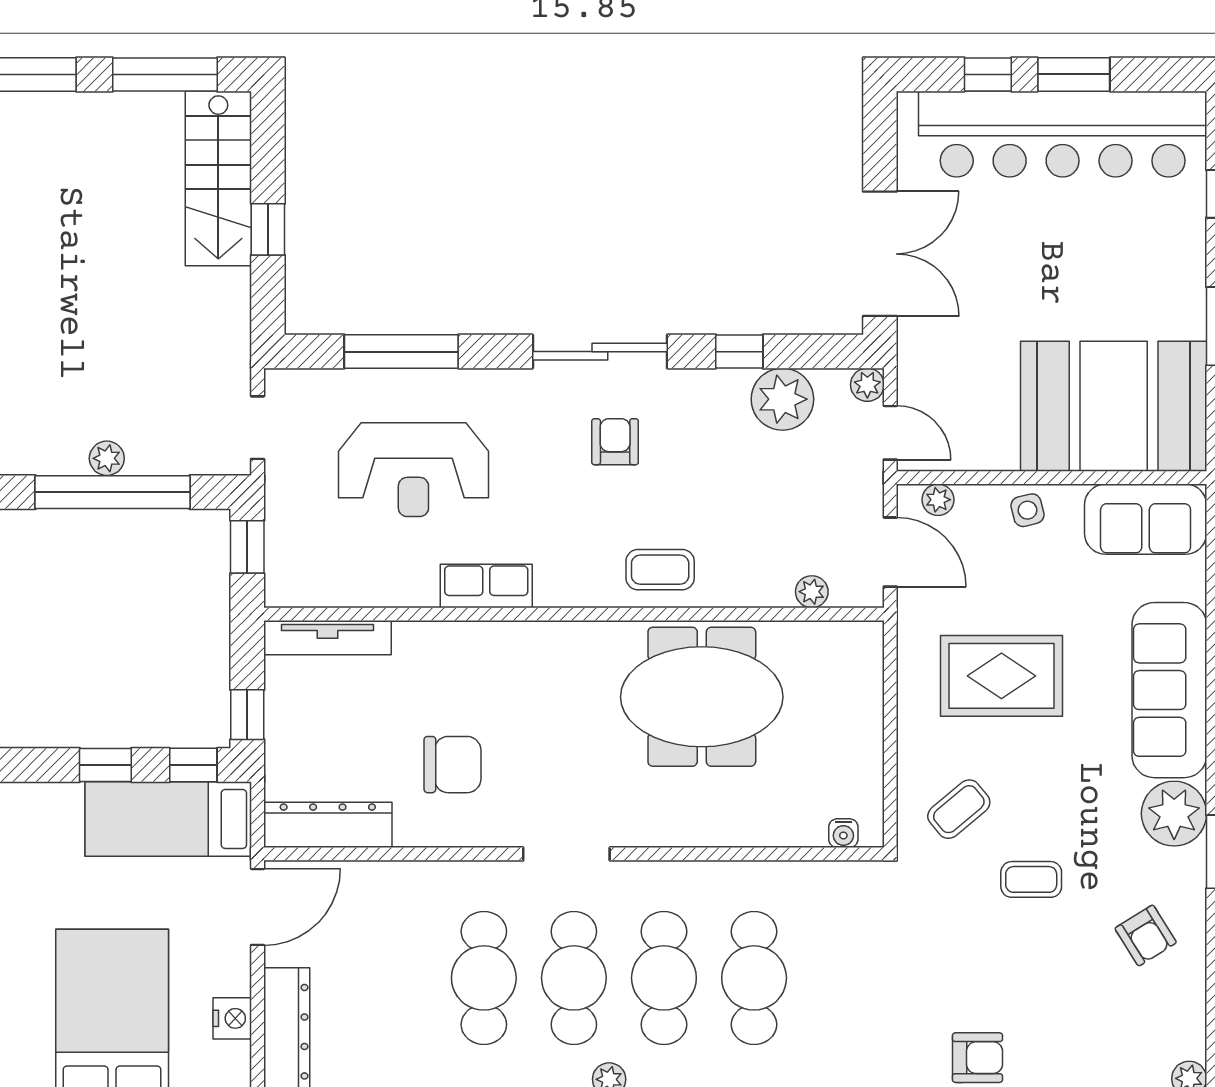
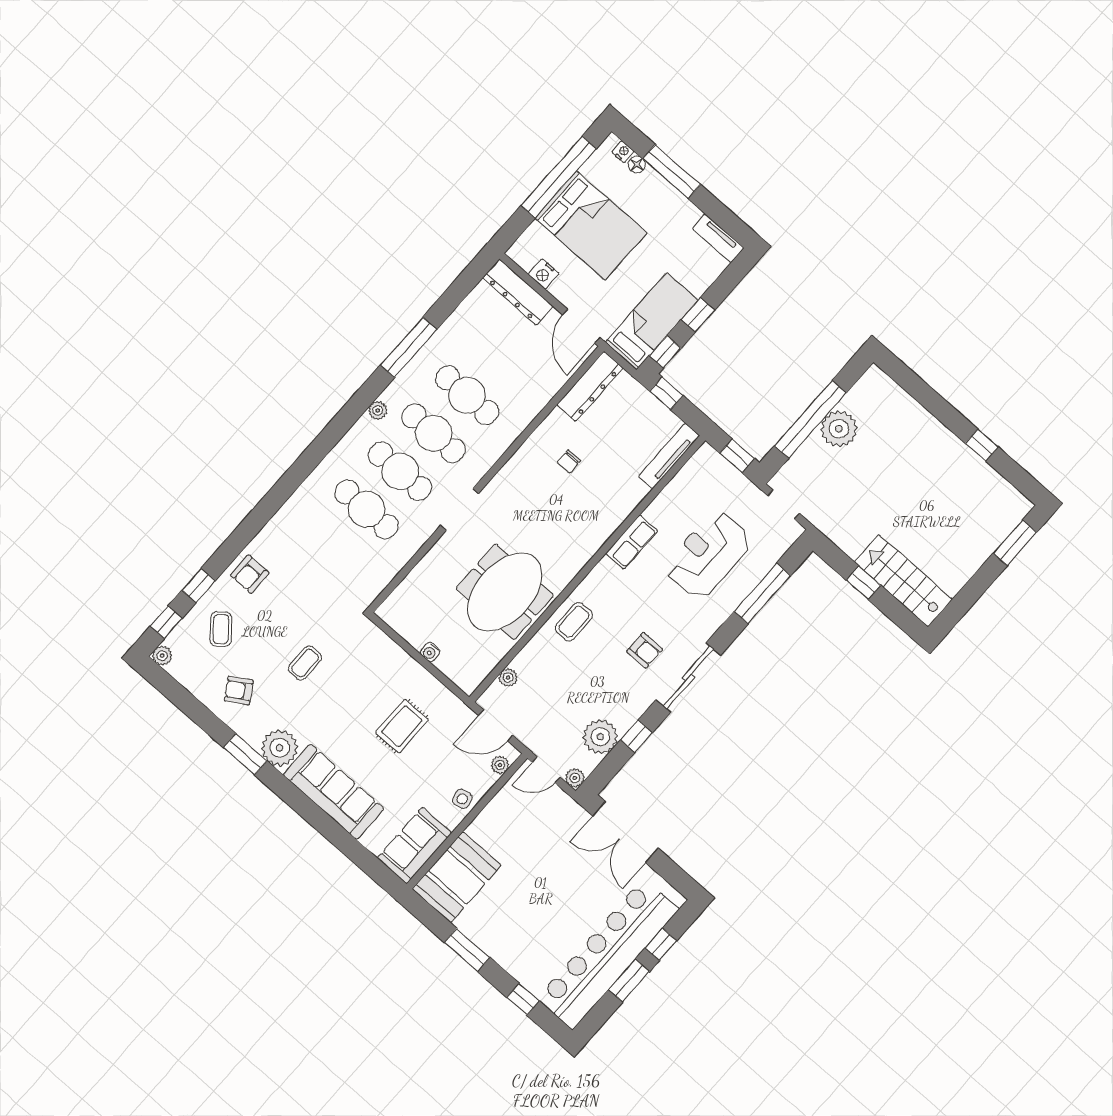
window: (165, 74) -> (967, 597), removed
booth: (1114, 406) -> (457, 877), width x0.73, depth x0.70
plant: (107, 458) -> (839, 429), width x1.88, depth x1.88
rug: (1001, 676) -> (402, 726), width x0.73, depth x0.70
chair: (453, 765) -> (569, 461), width x0.54, depth x0.54
coffee table: (959, 809) -> (221, 629), moved
water cooler: (843, 833) -> (430, 652), moved, turned -90
doorway: (566, 854) -> (460, 509), moved

